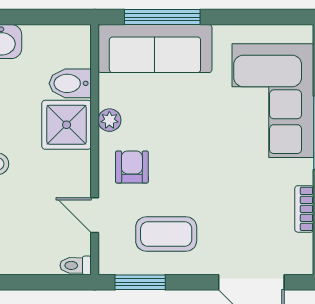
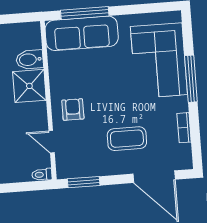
plant: (109, 120) -> (56, 81), removed
coffee table: (166, 234) -> (127, 139), moved

